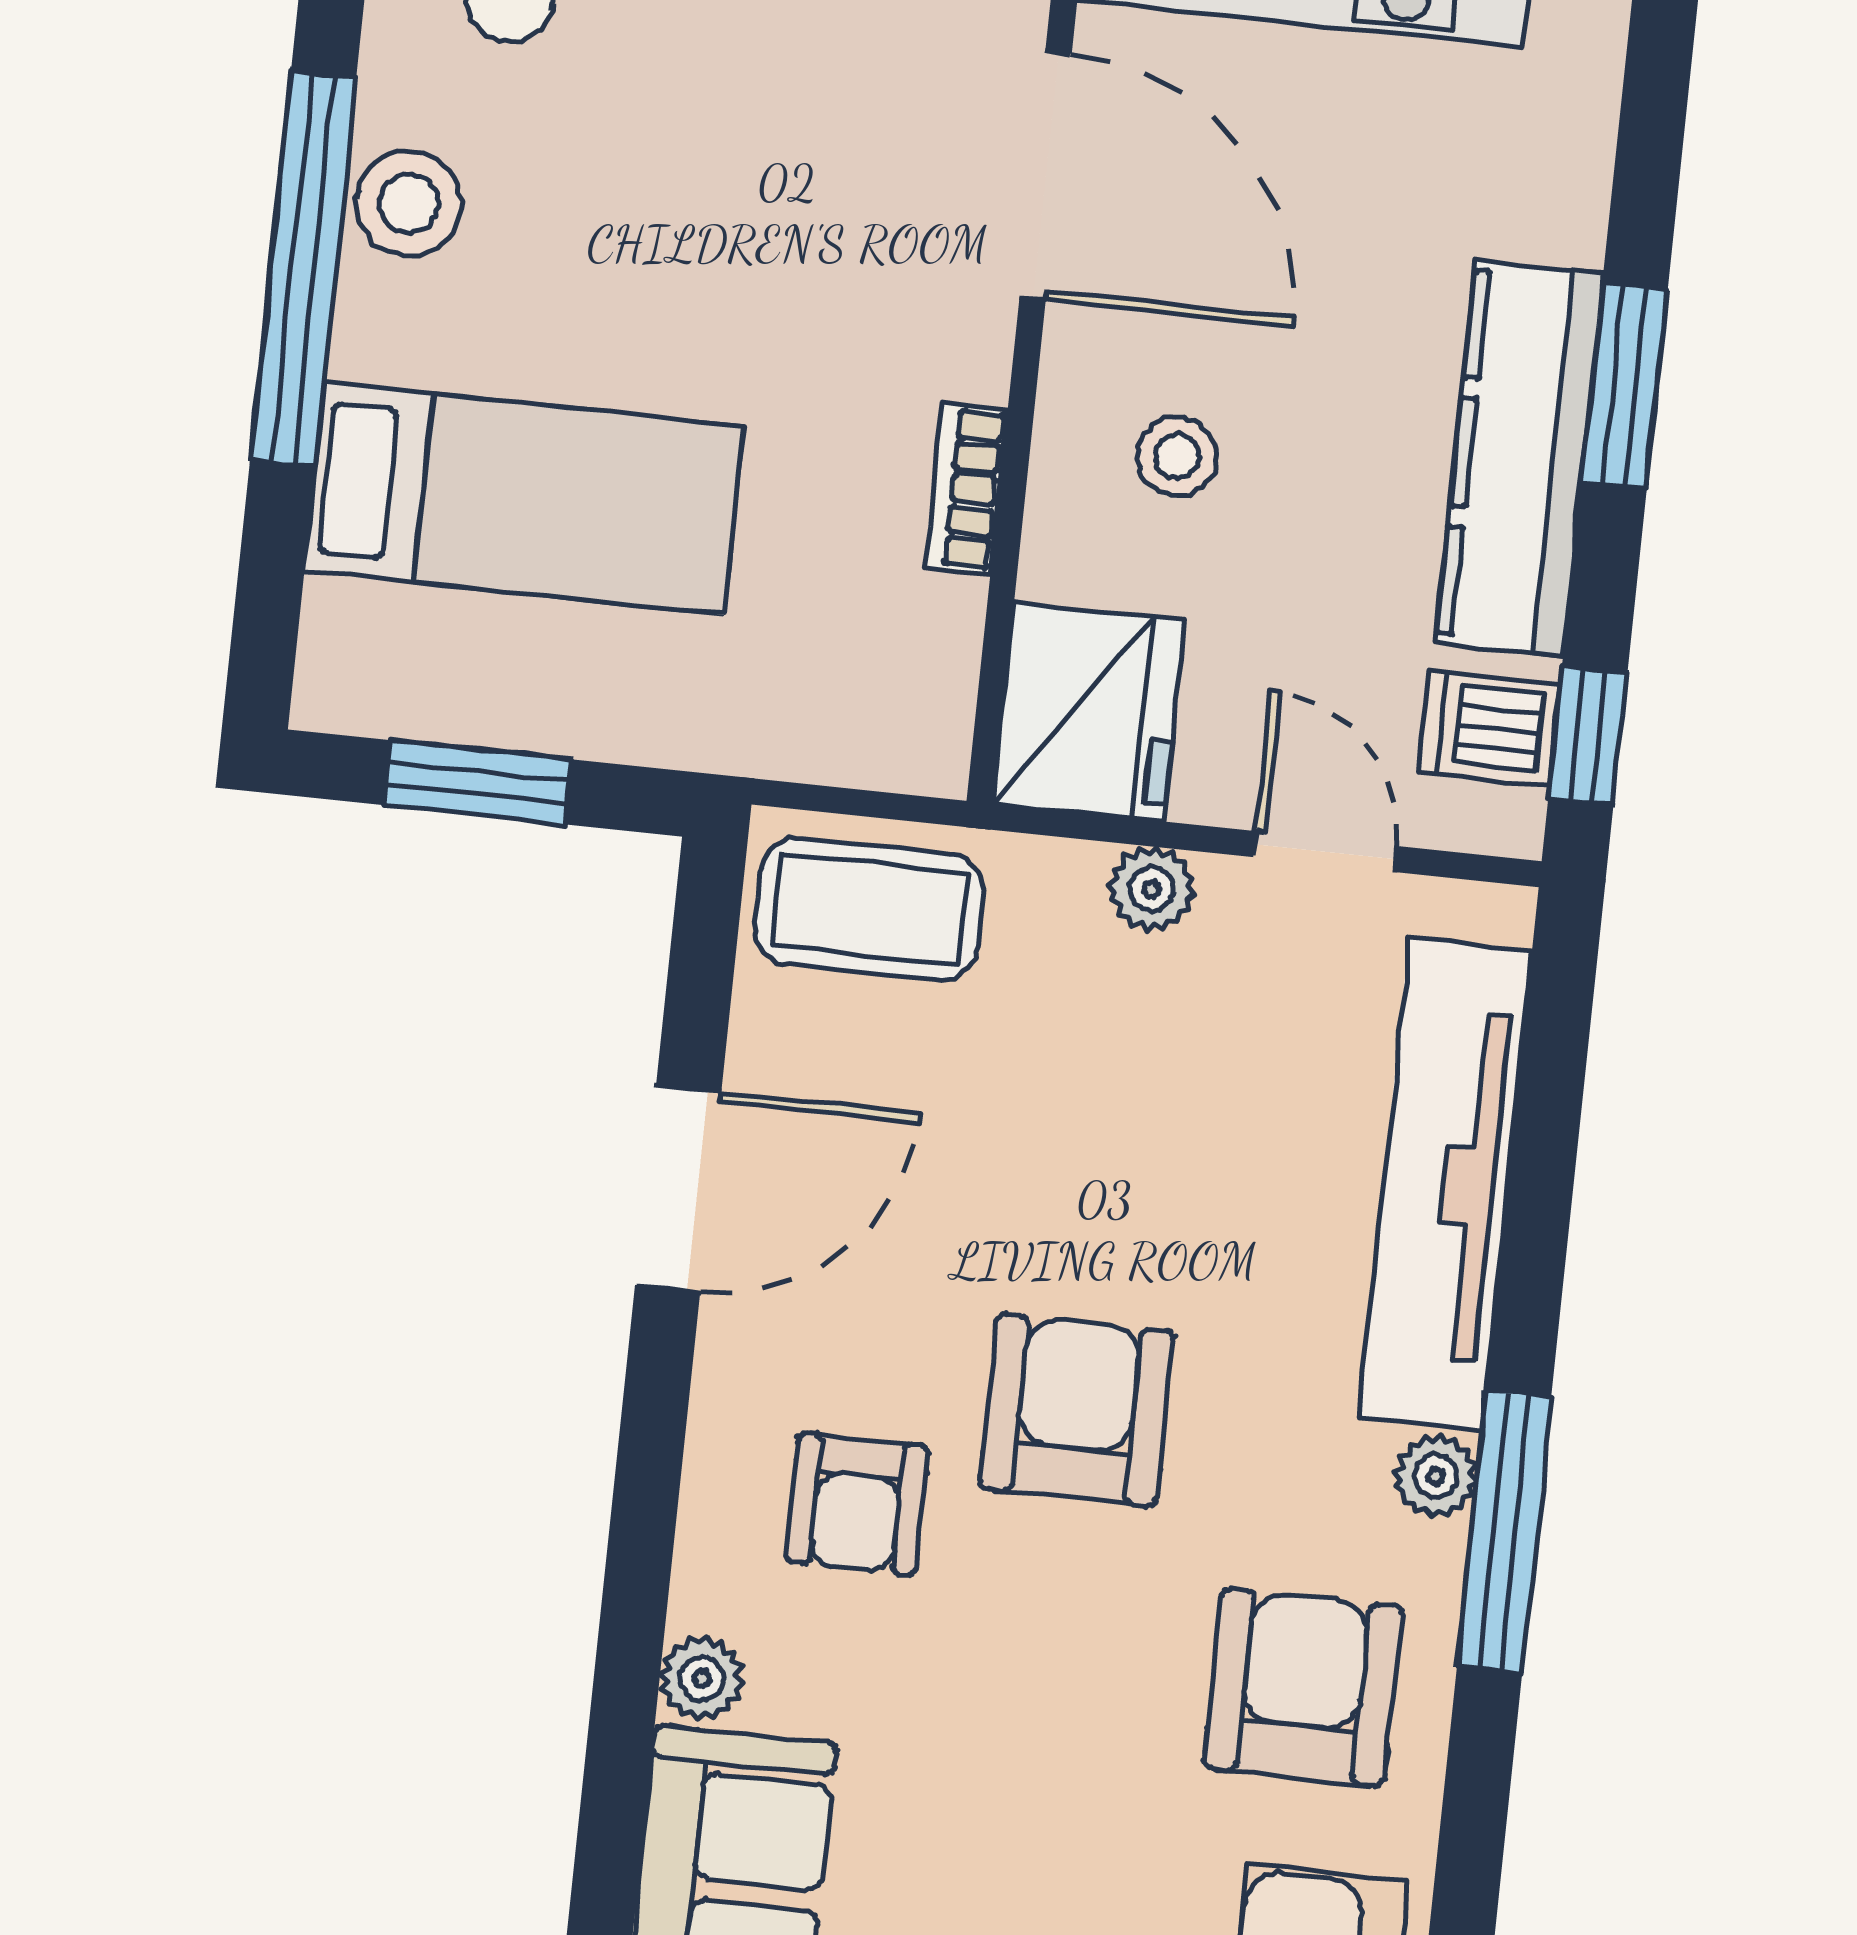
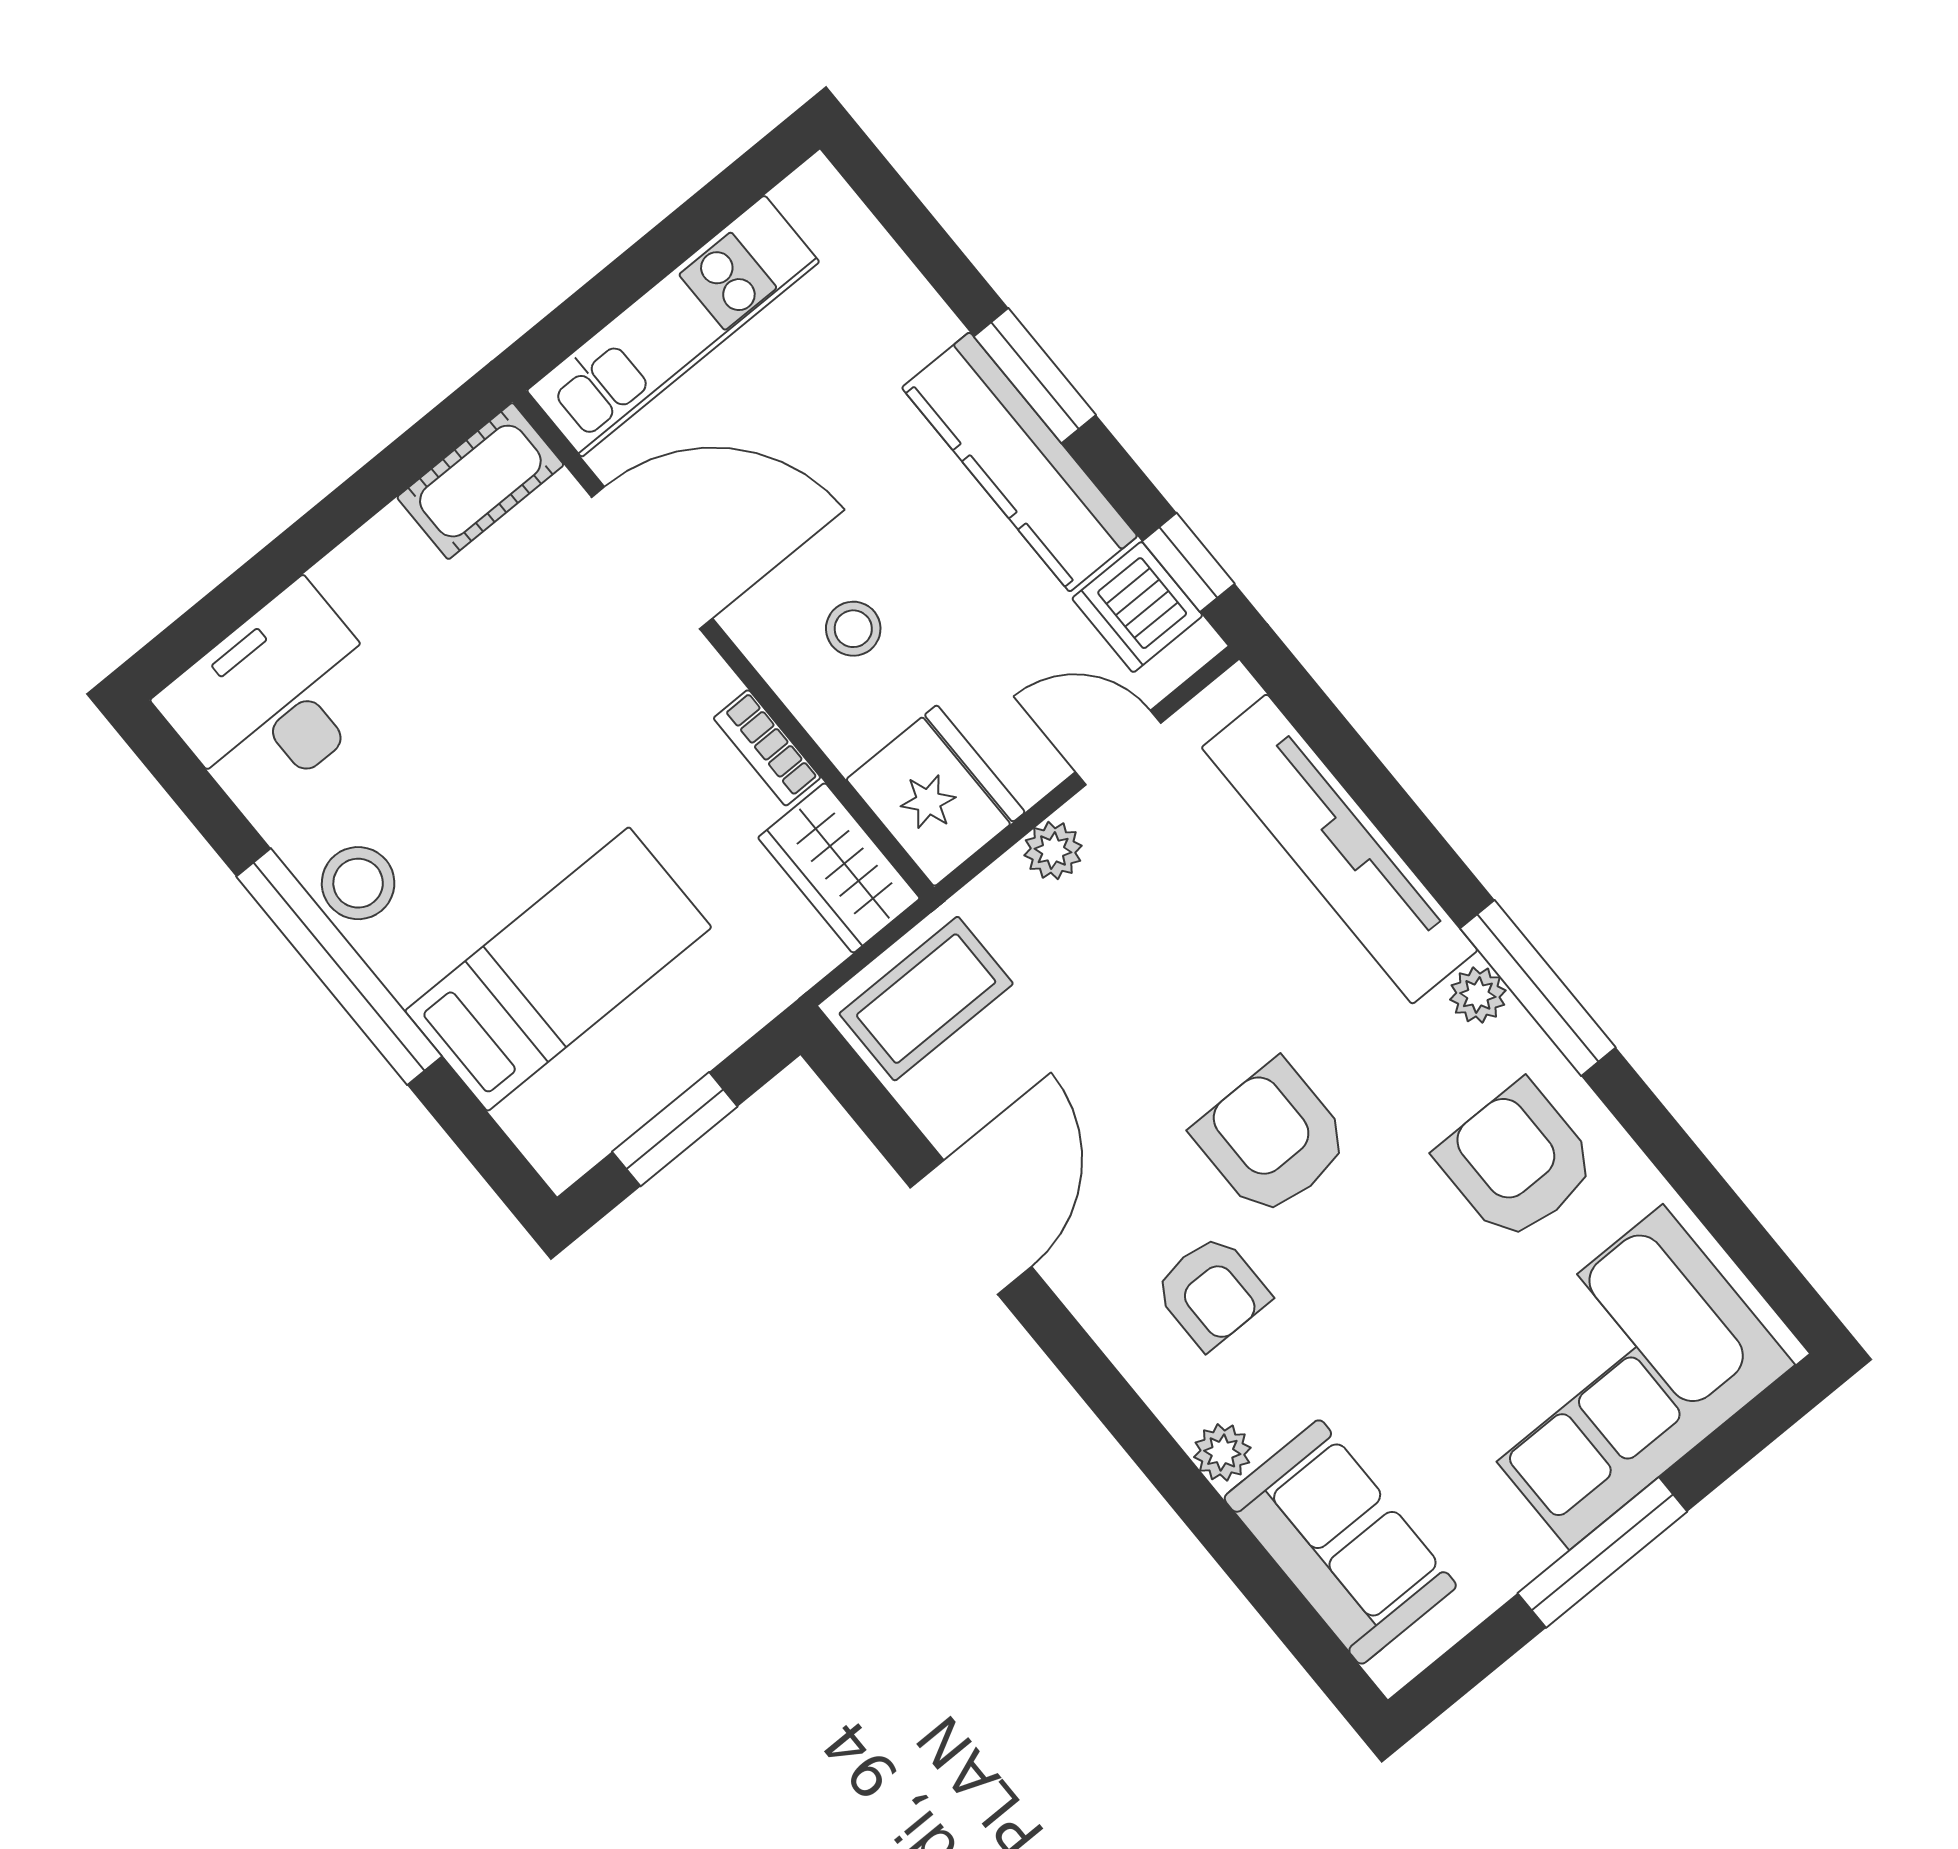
wardrobe: (915, 685) -> (839, 868), added
dishwasher: (1489, 728) -> (1137, 607), width x1.38

